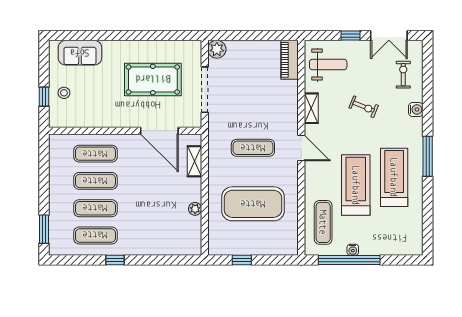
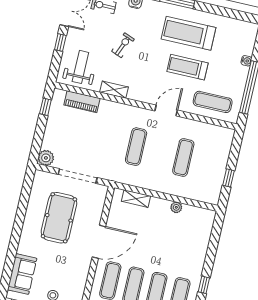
window: (274, 36) -> (45, 107), added
piano: (289, 60) -> (82, 102), moved
door: (159, 131) -> (99, 242), moved
door: (301, 148) -> (166, 111), moved
treadmill: (356, 185) -> (187, 67), width x0.73, depth x0.73
exercise mat: (253, 204) -> (183, 157), width x0.50, depth x0.69
water cooler: (353, 250) -> (246, 61), moved

